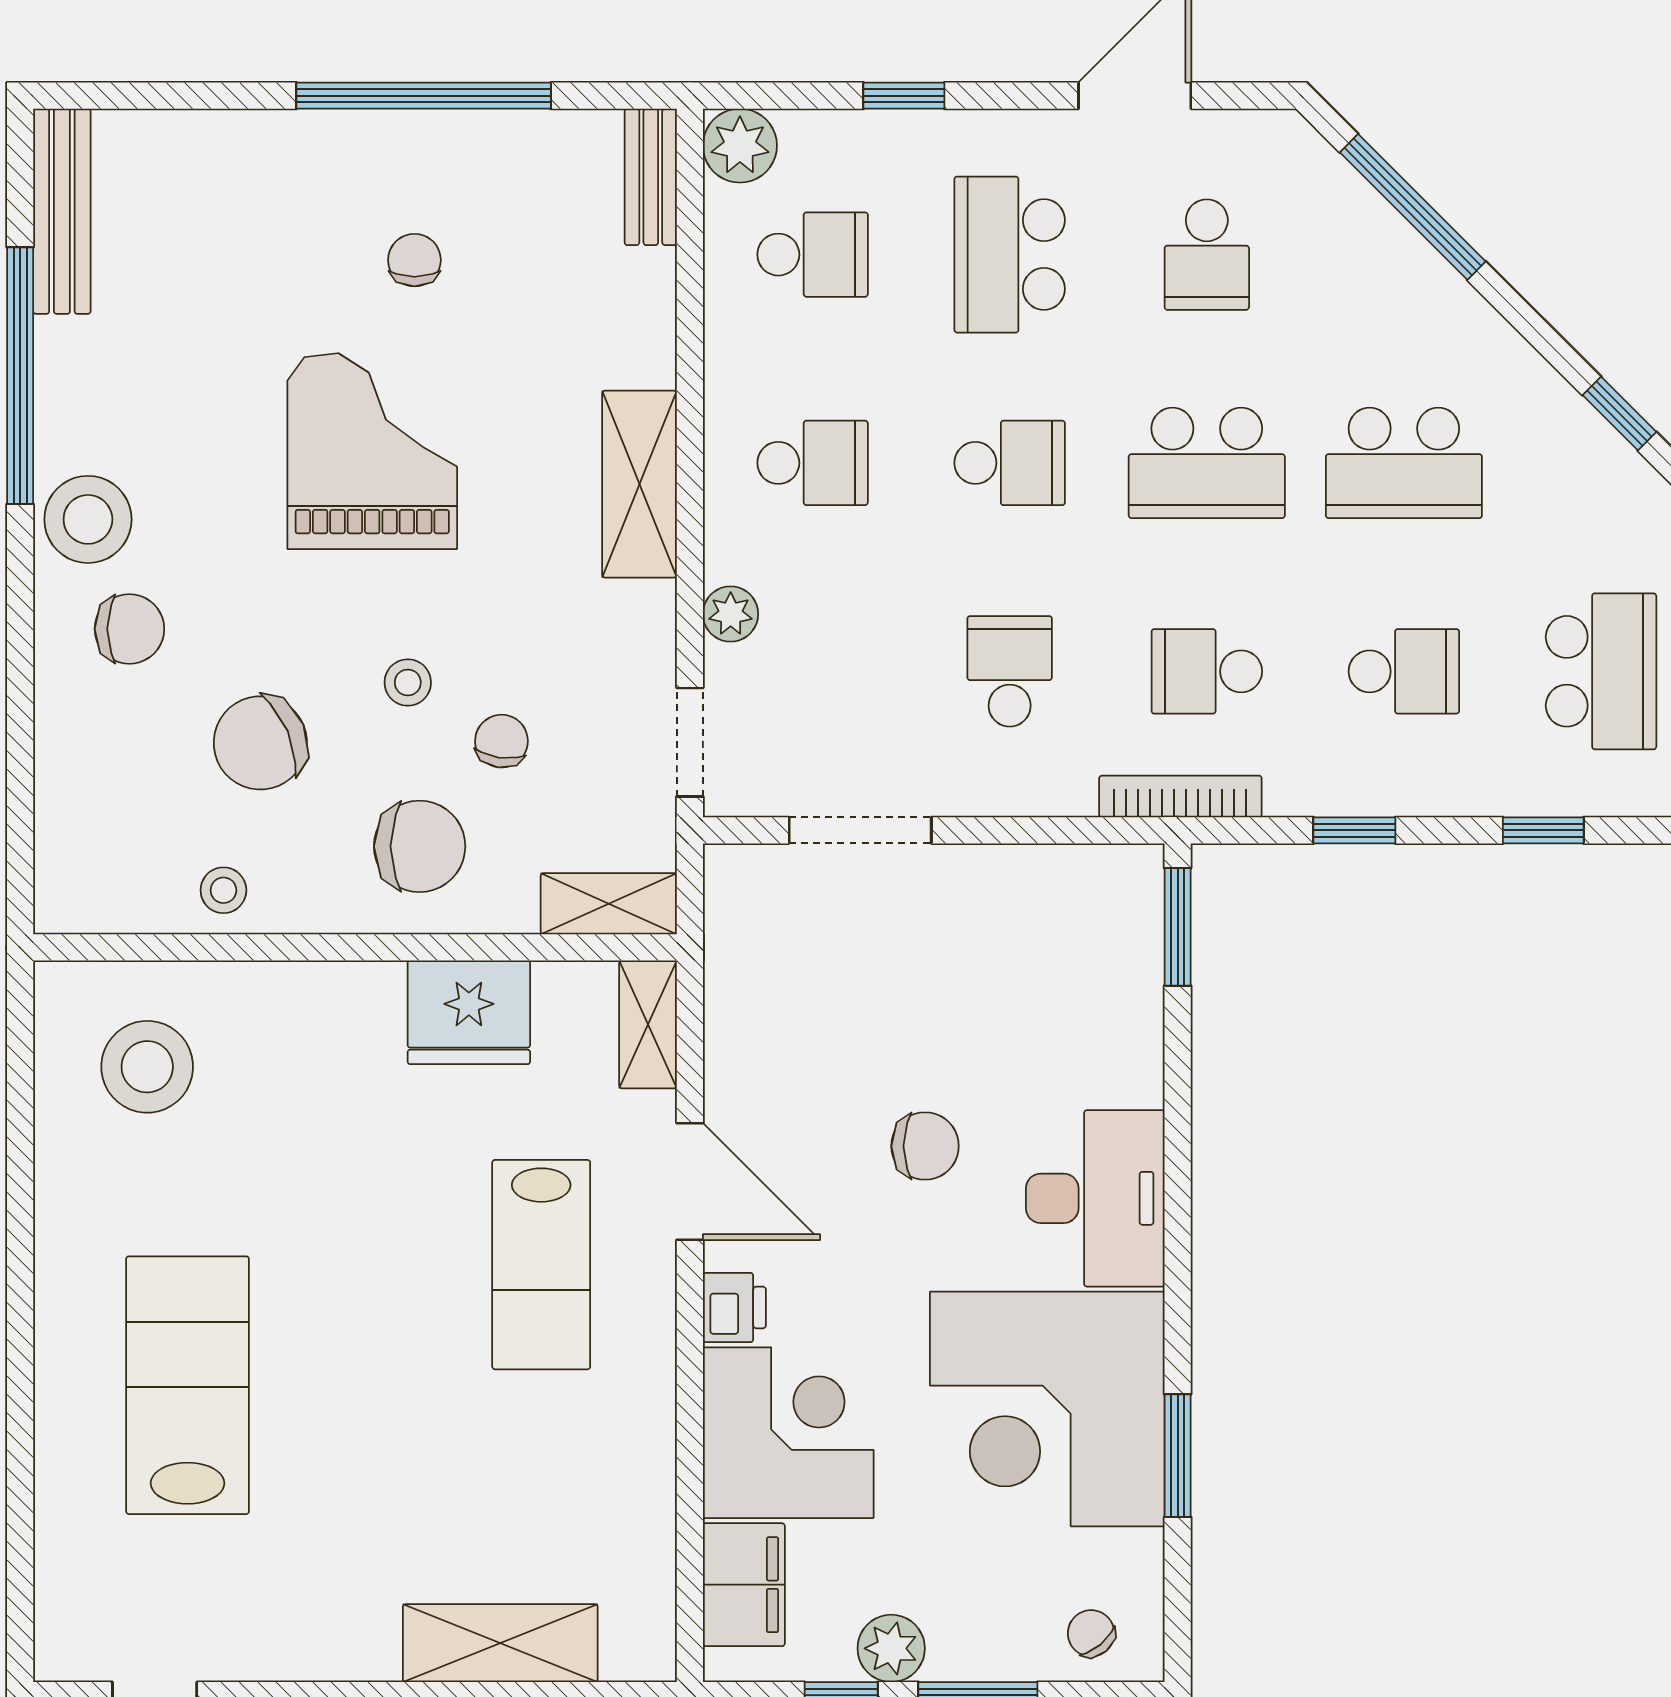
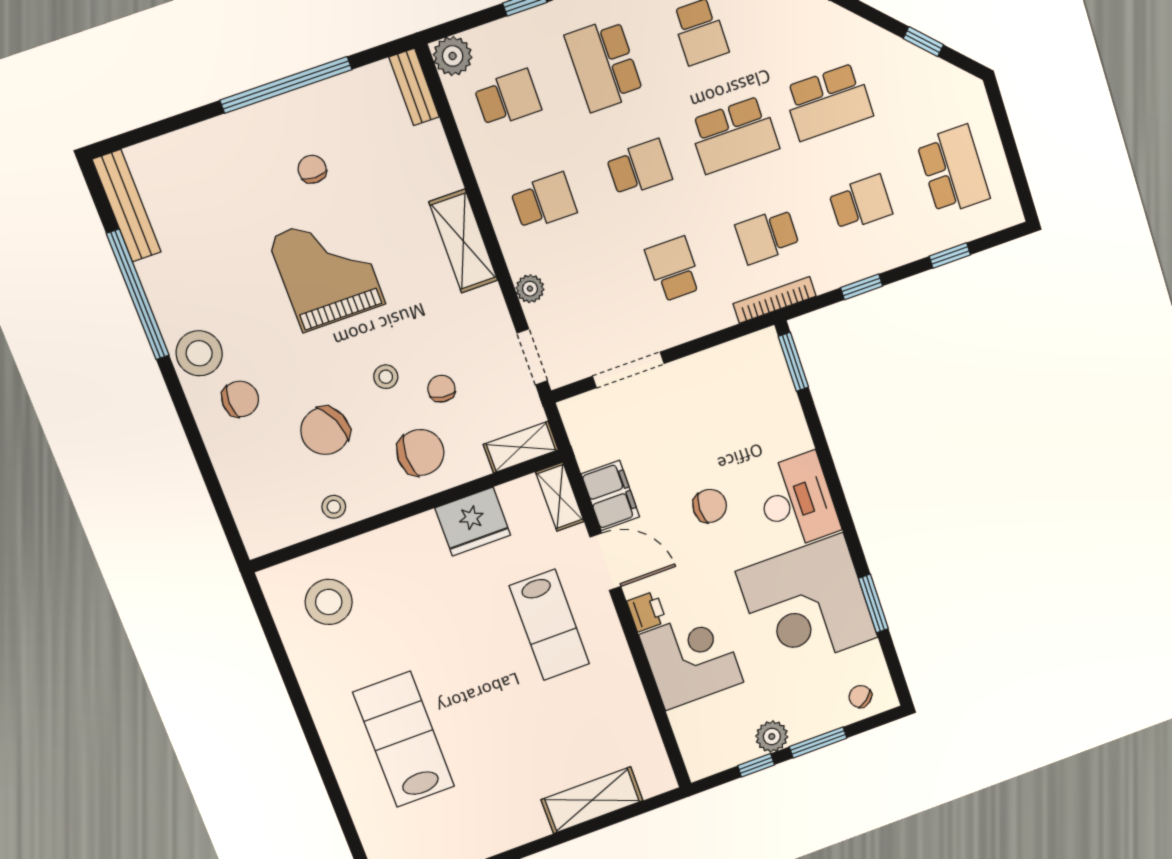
filing cabinet: (744, 1585) -> (610, 495), moved

